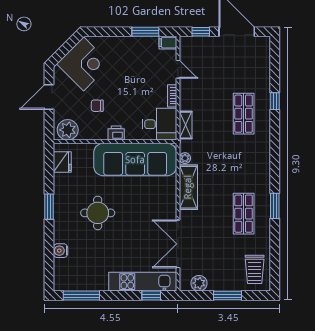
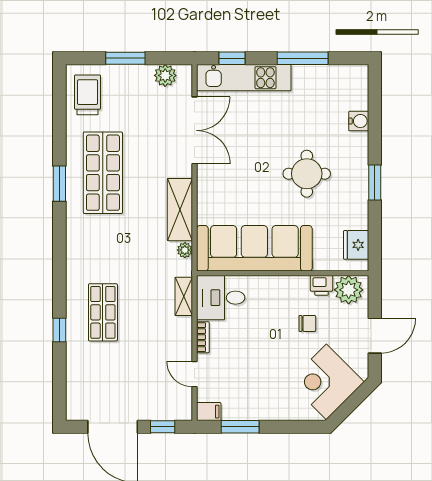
printer: (116, 133) -> (322, 285), moved
shop shelf: (244, 214) -> (103, 173), width x1.43, depth x1.36
window: (81, 296) -> (303, 58), moved

